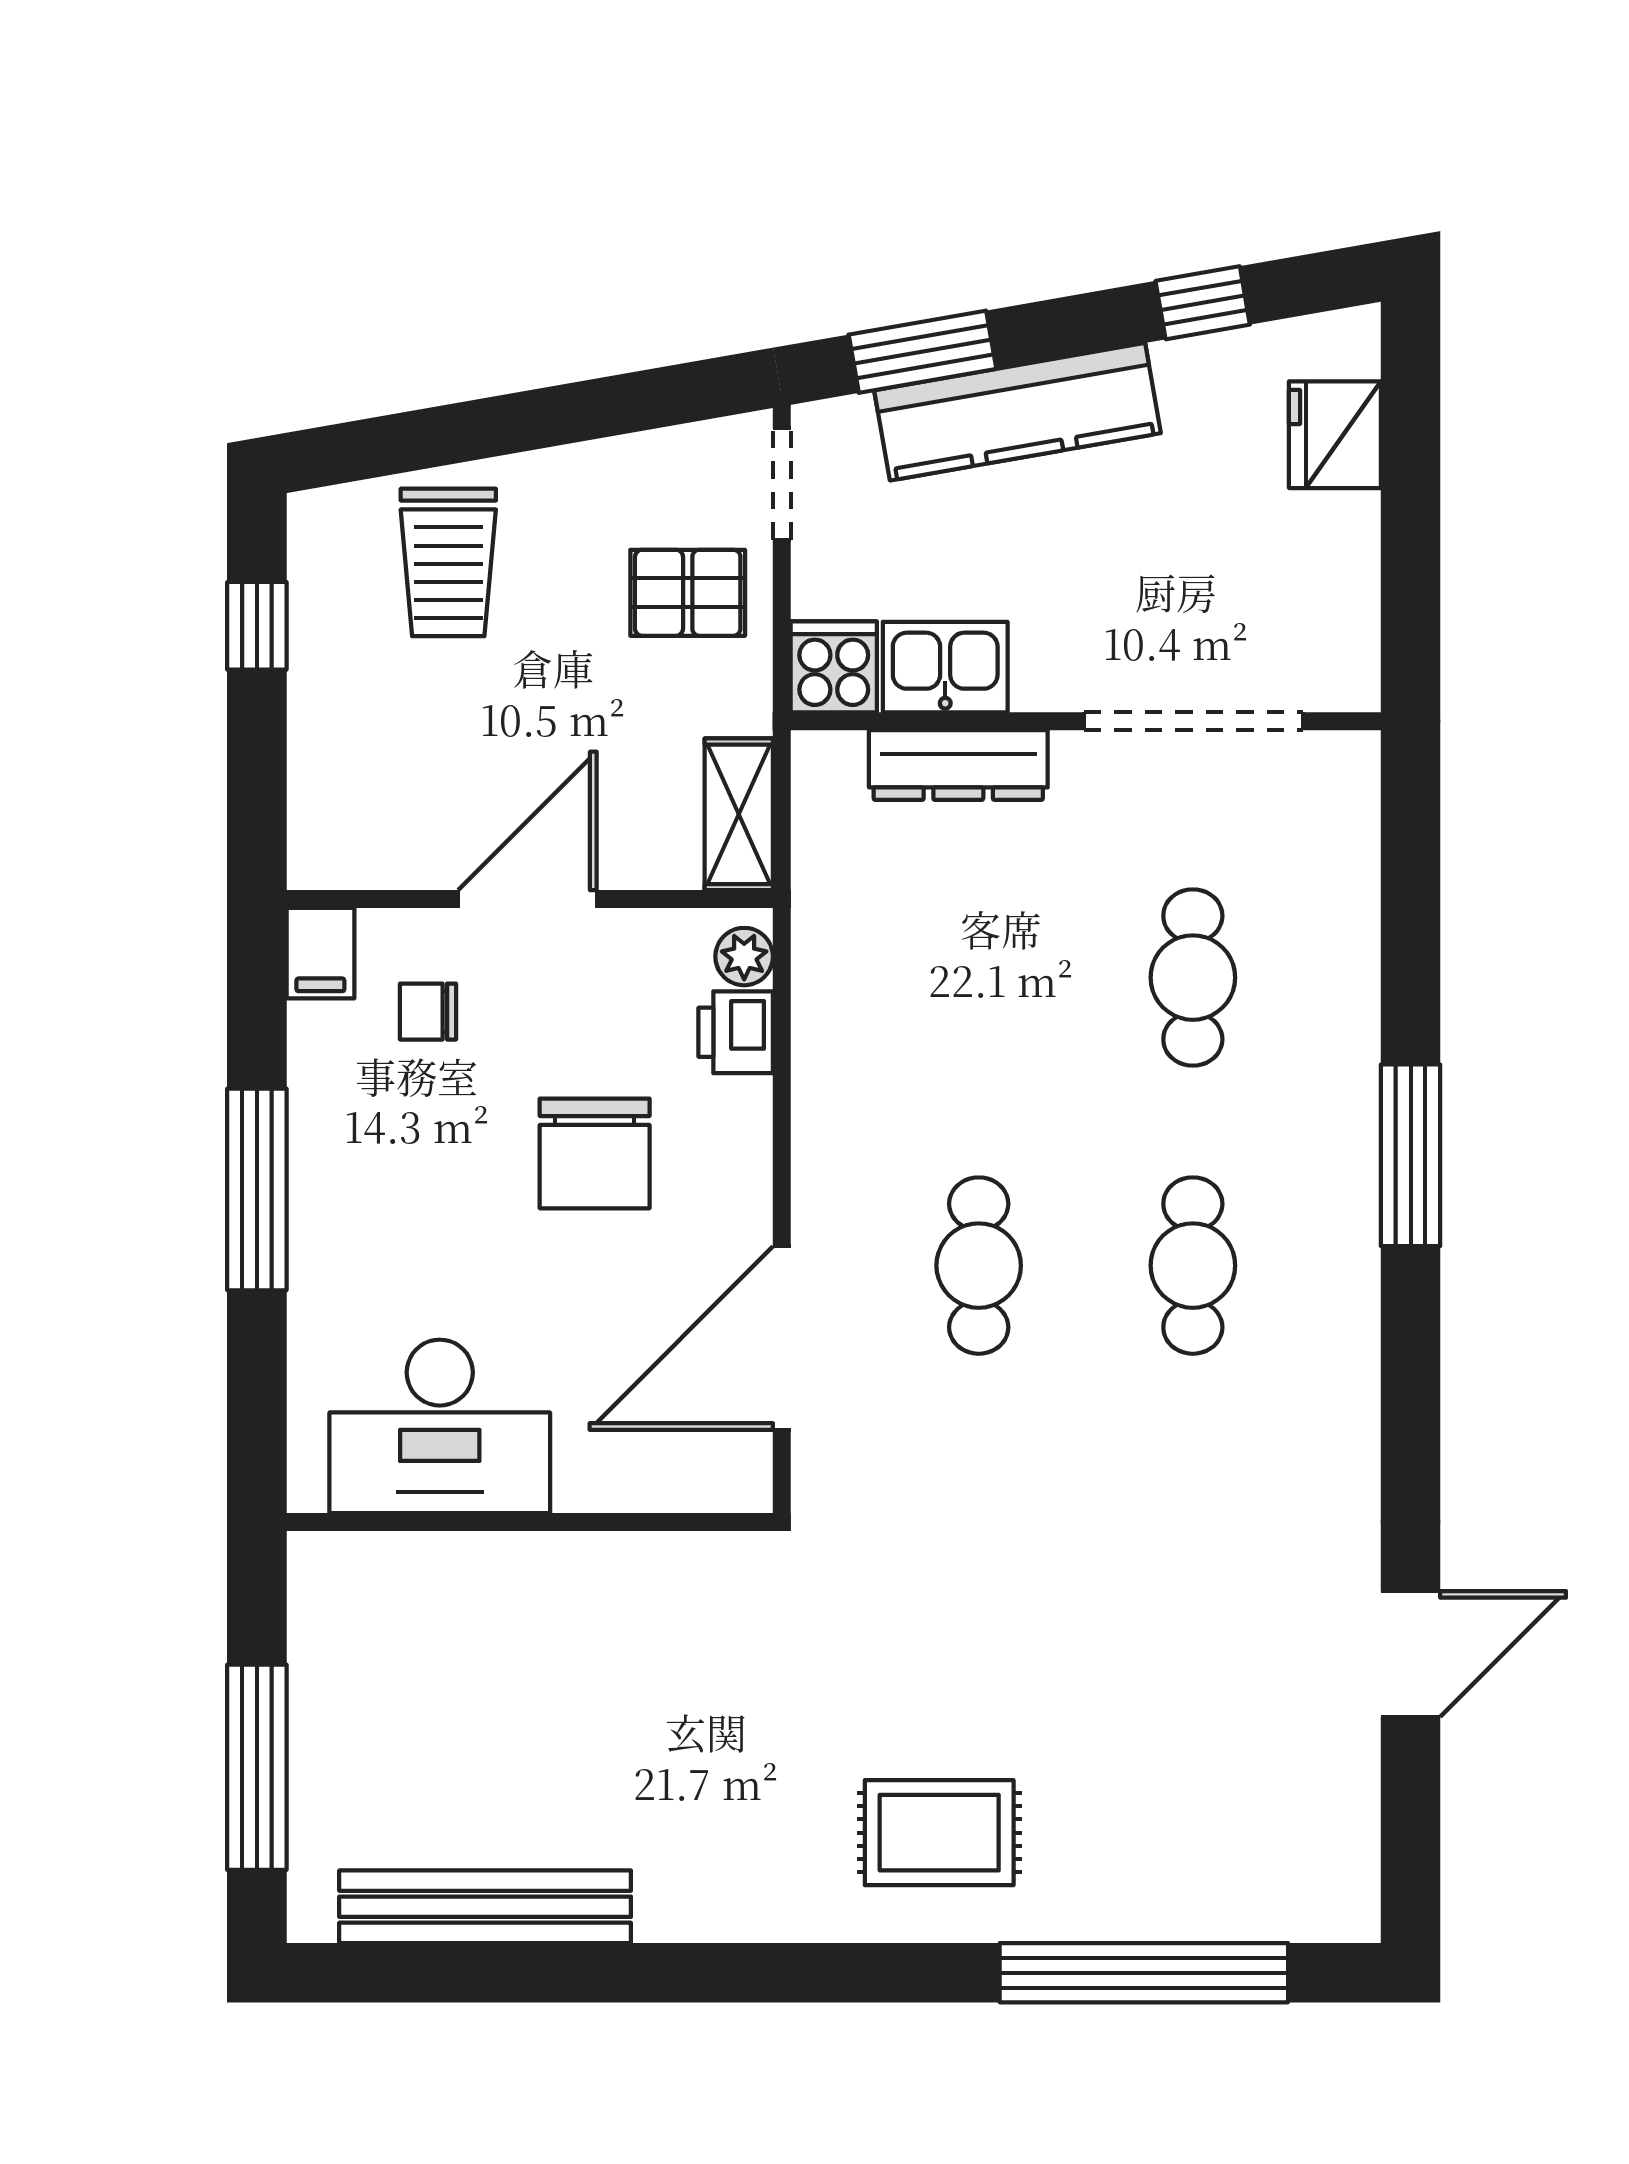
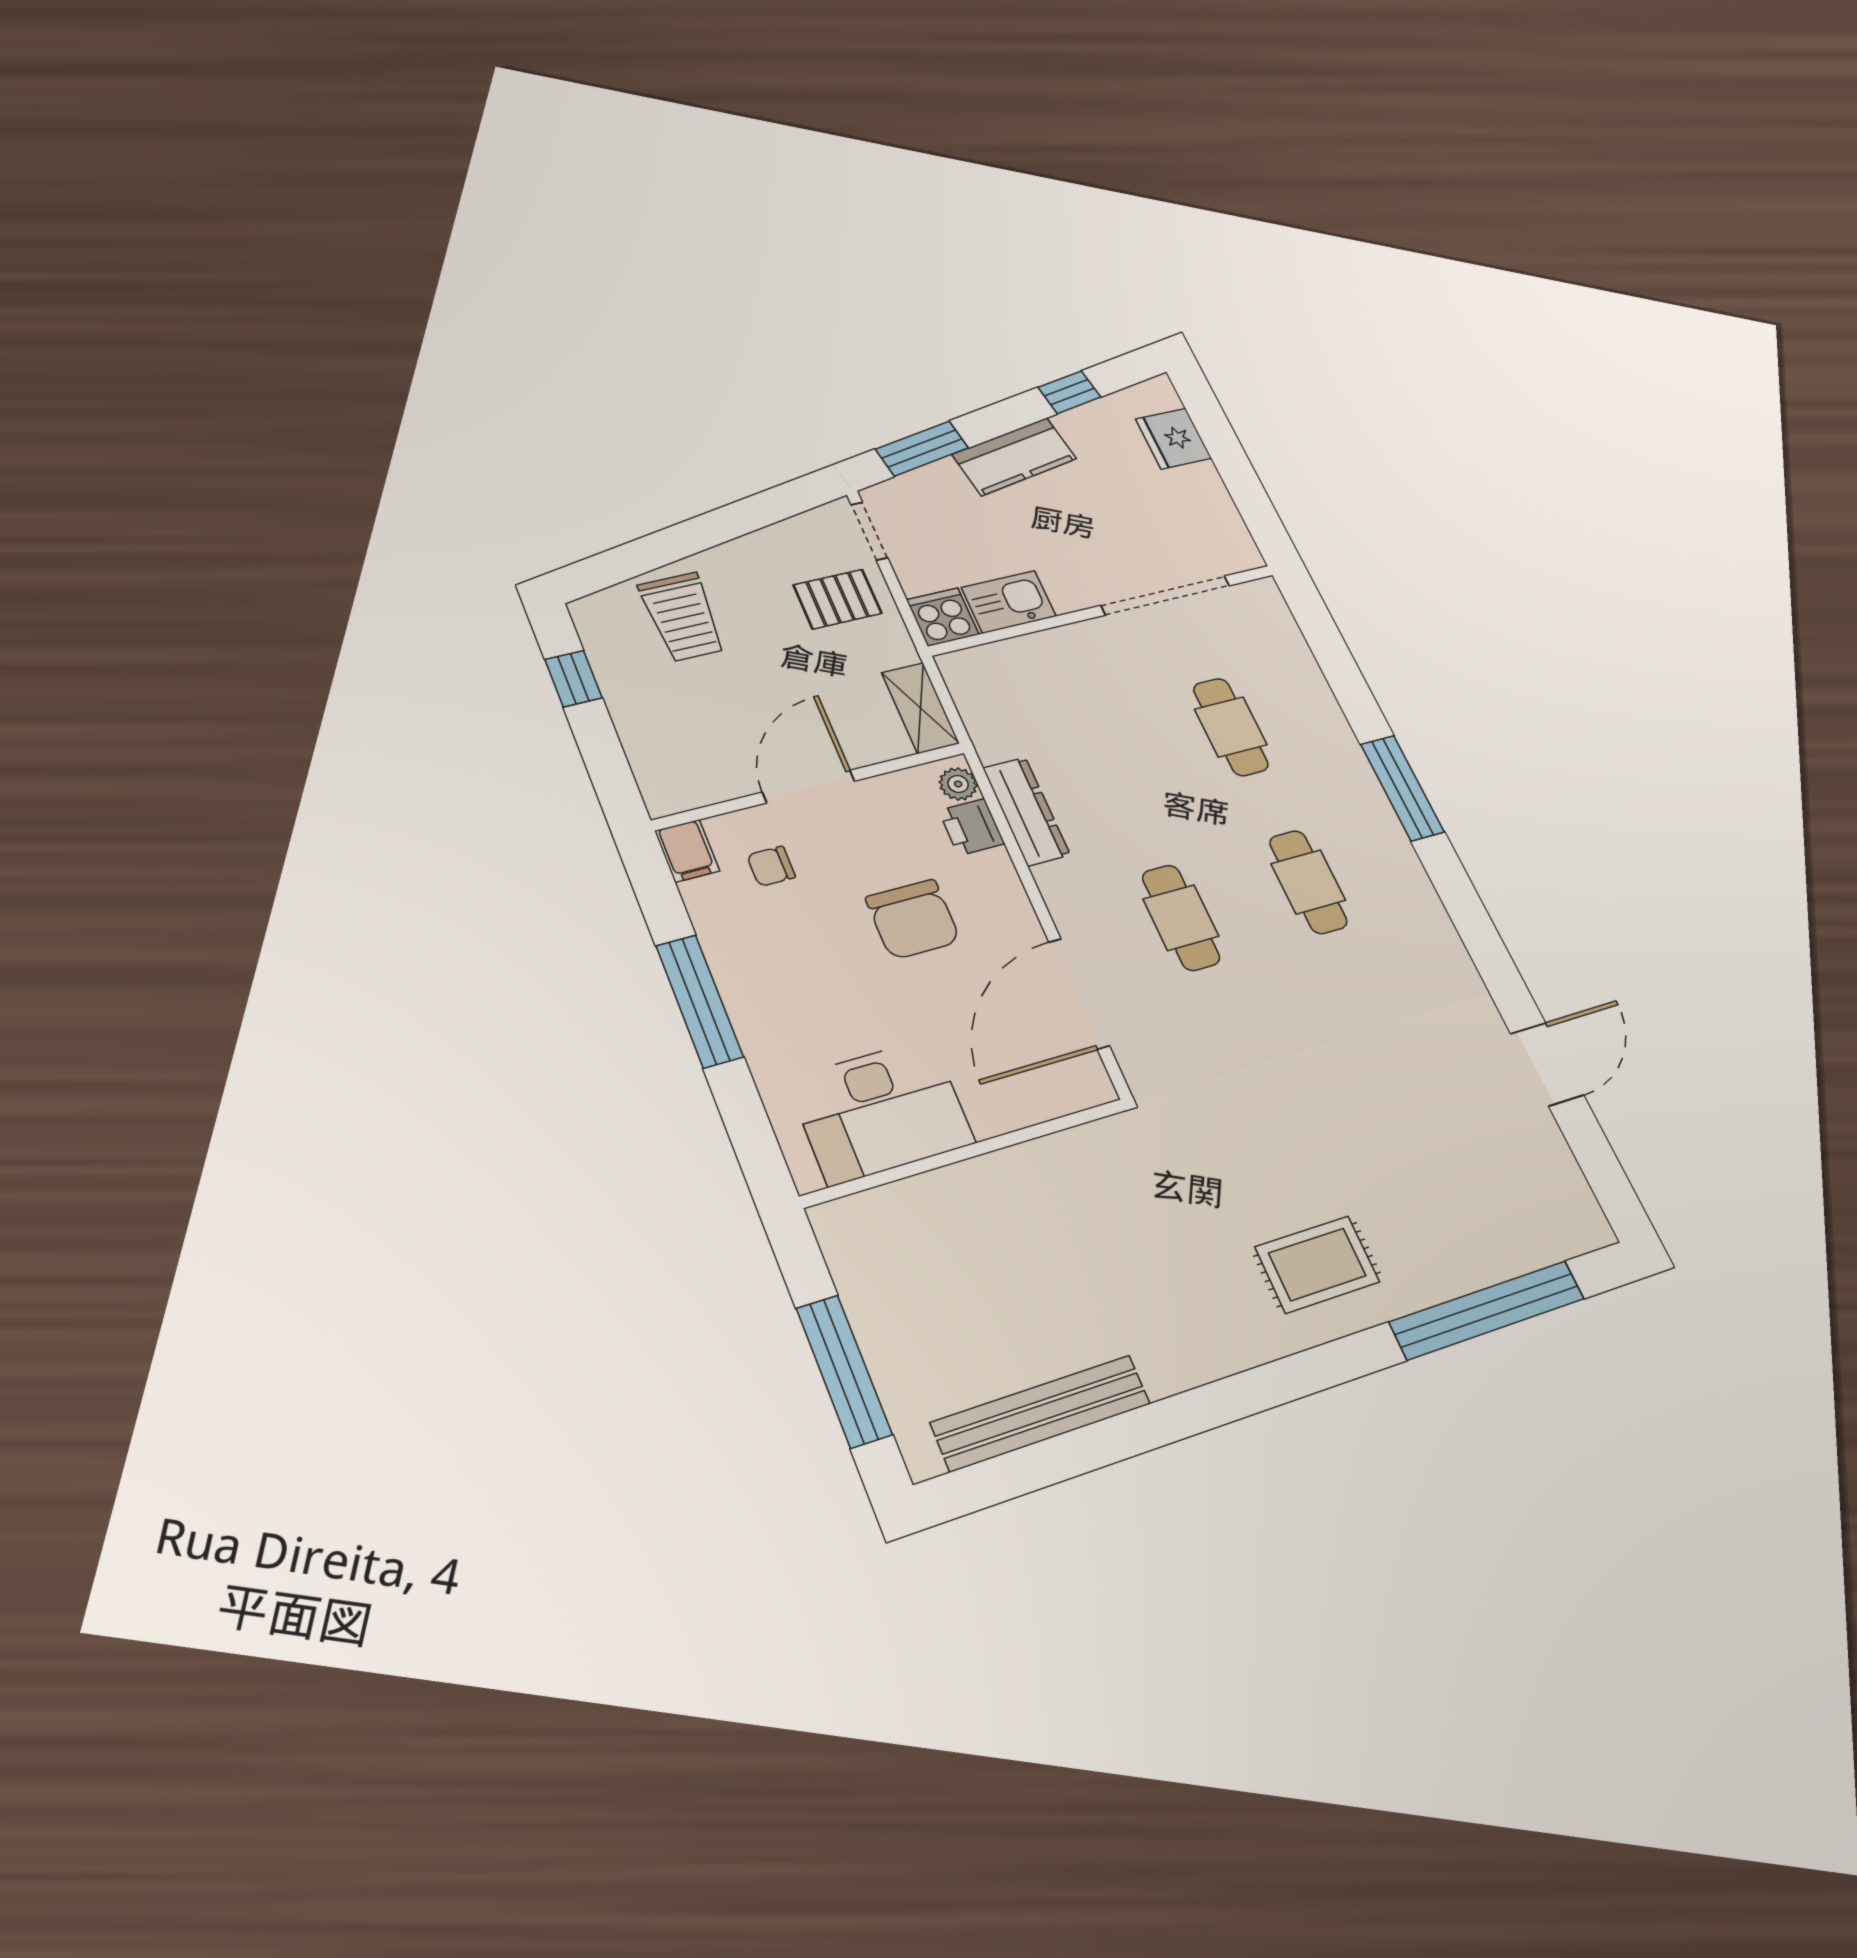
kitchen counter: (1018, 412) -> (1014, 457), width x0.67
dresser: (958, 765) -> (1026, 811), moved, turned -90

